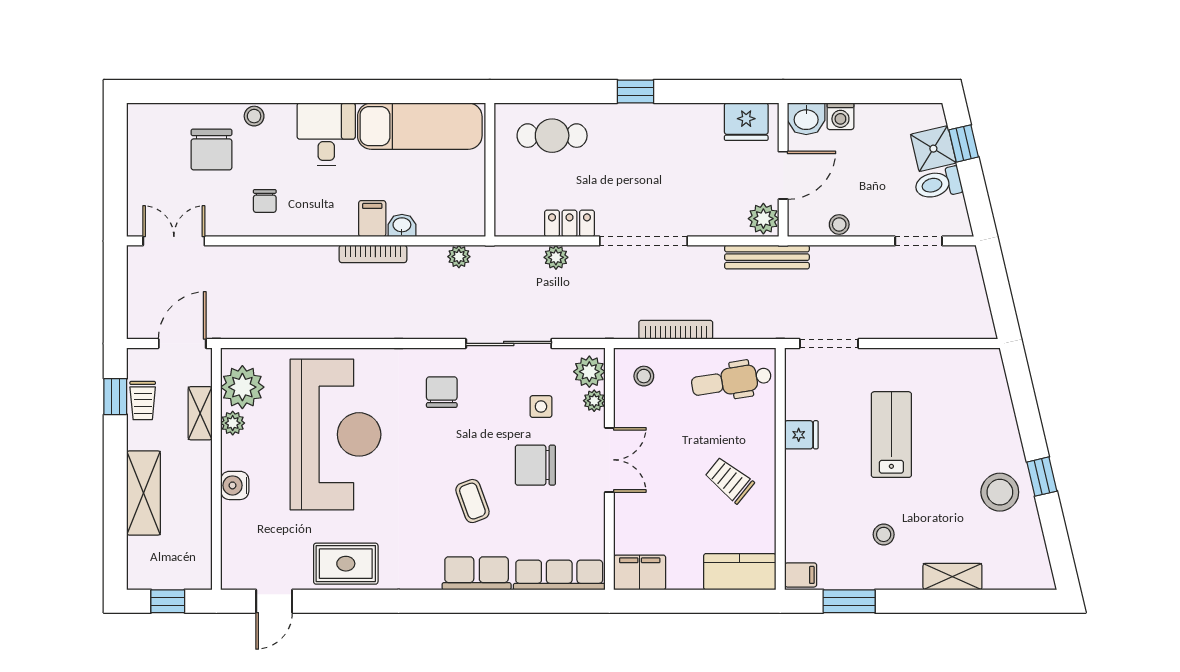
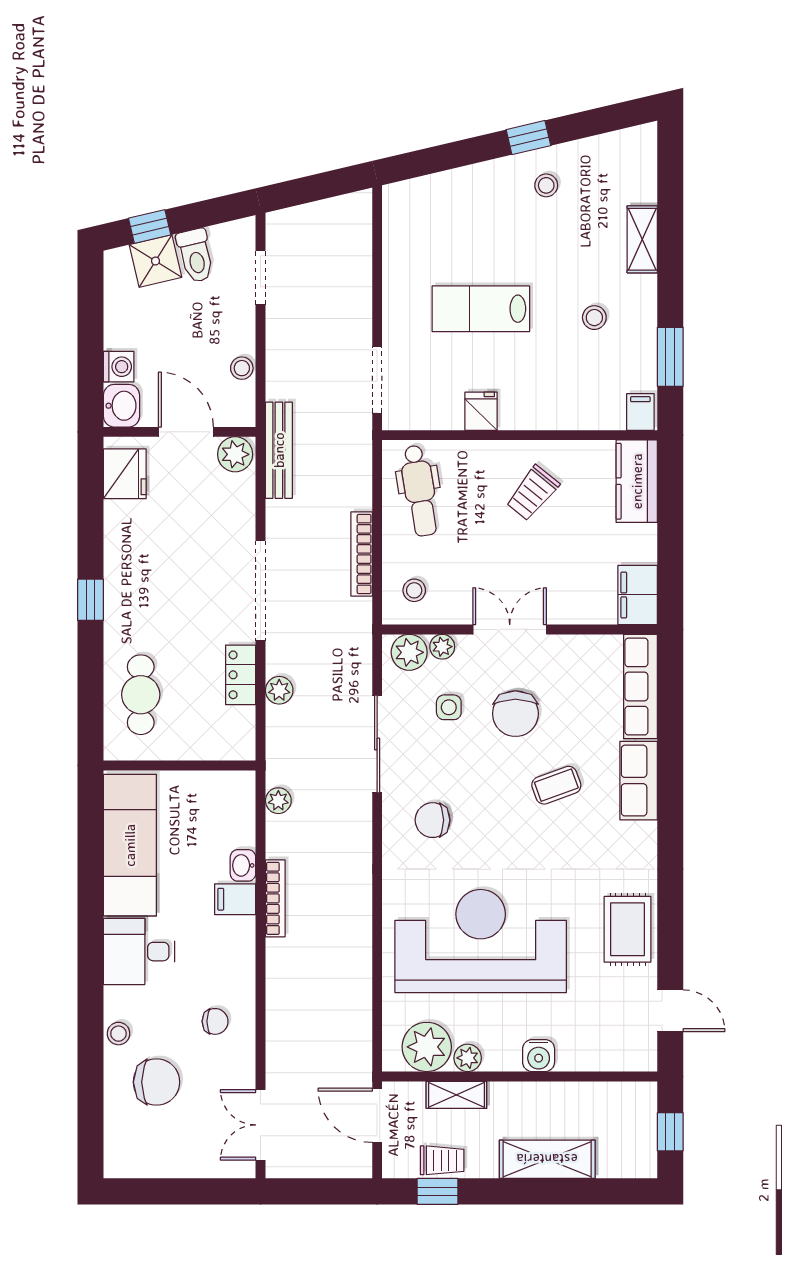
stool: (1000, 492) -> (546, 185), width x0.53, depth x0.53

